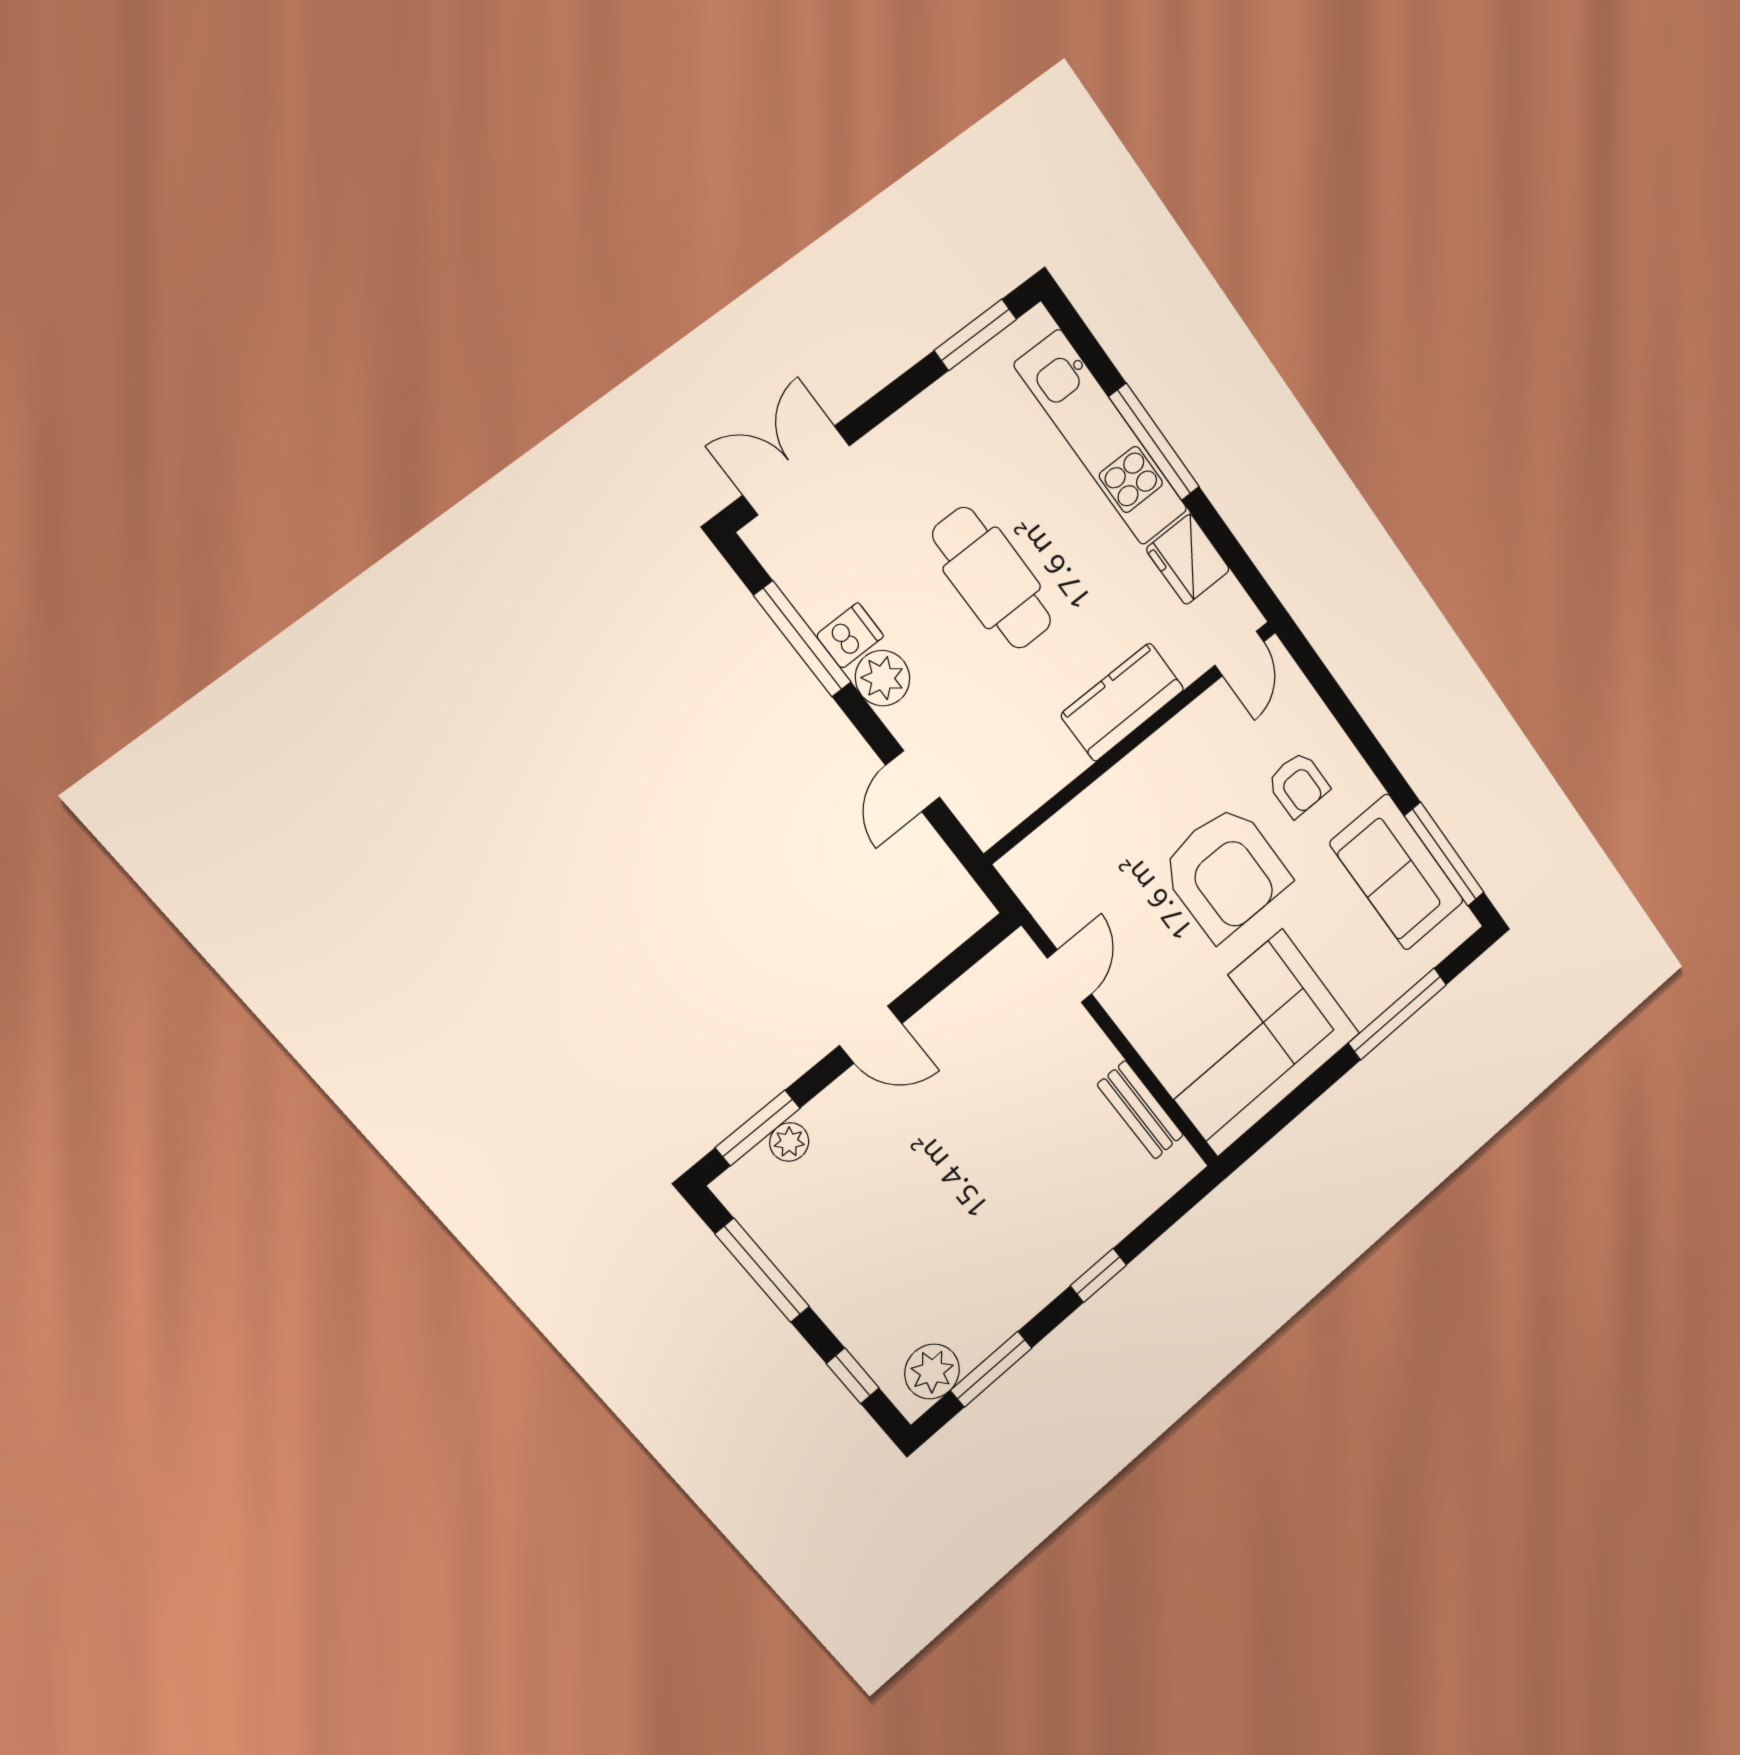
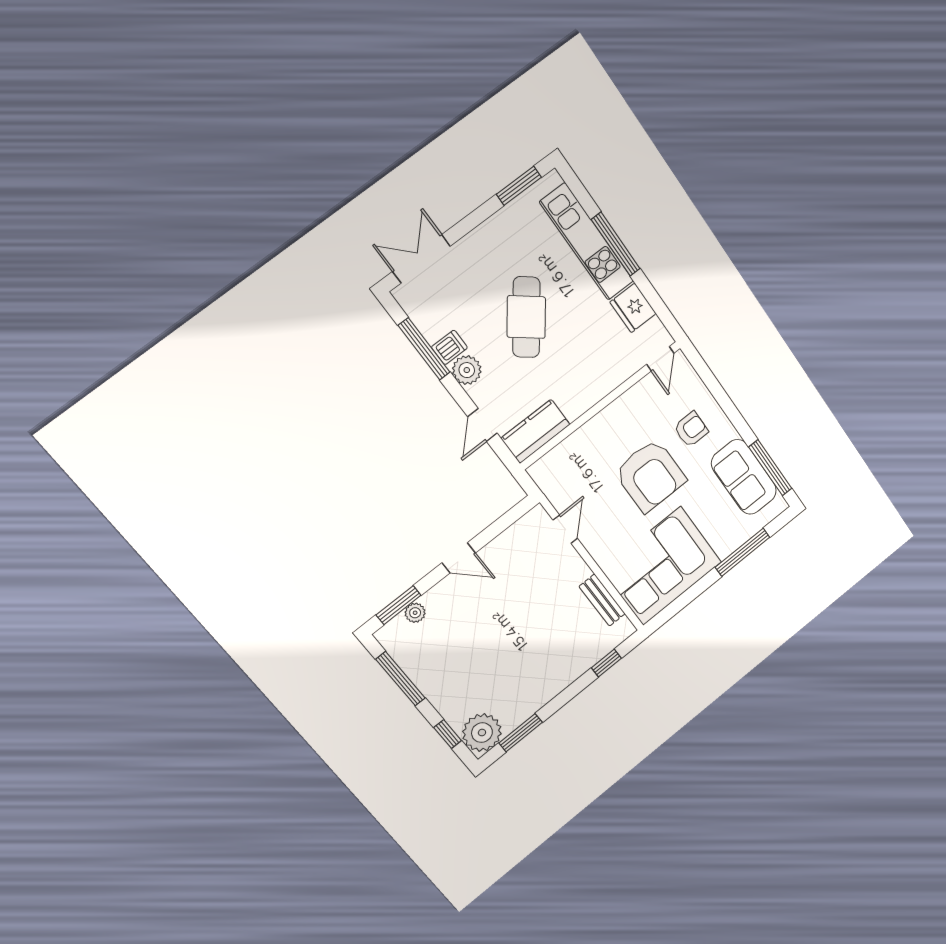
cafe table: (992, 578) -> (526, 317), turned 38
kitchen counter: (1122, 702) -> (535, 431), moved
armchair: (1298, 784) -> (691, 429), turned -90
window: (1098, 1275) -> (606, 663), moved
plant: (932, 1372) -> (482, 733), width x1.36, depth x1.36

